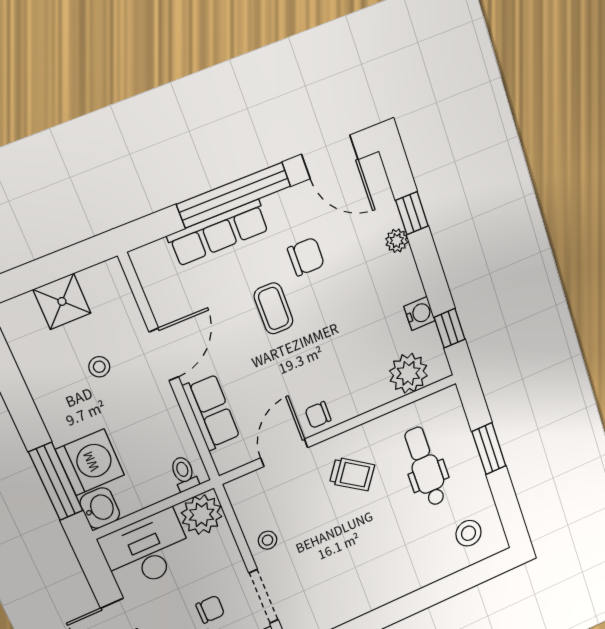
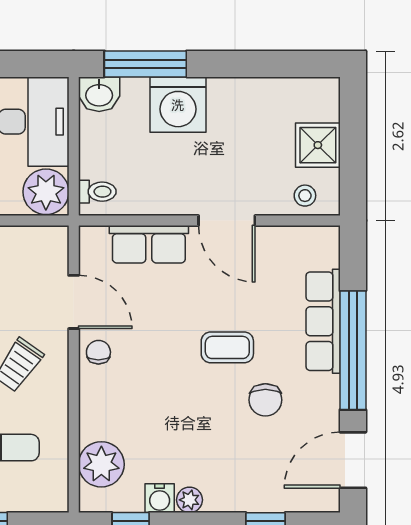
plant: (397, 241) -> (189, 500), moved
stool: (99, 367) -> (305, 196), moved
washing machine: (90, 462) -> (178, 105), moved

